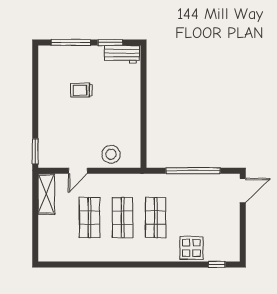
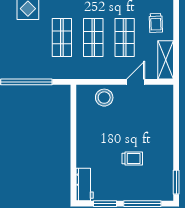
workbench: (122, 54) -> (85, 185), moved, turned 90
window: (35, 151) -> (176, 182), moved
trolley: (57, 233) -> (156, 23), added

